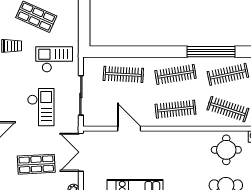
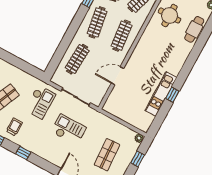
checkout: (54, 59) -> (40, 102), turned 180
double door: (81, 152) -> (116, 119), removed

